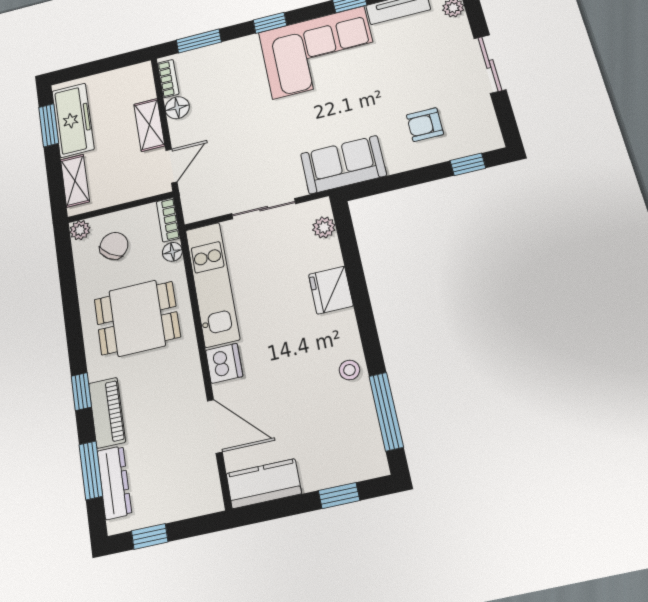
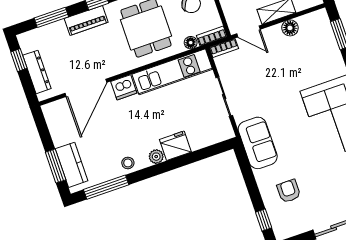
bookcase: (168, 79) -> (224, 48), moved
plant: (324, 227) -> (156, 157), moved
door: (215, 426) -> (86, 88), width x1.36
dresser: (114, 482) -> (37, 72), moved, turned -90
kitchen counter: (264, 484) -> (72, 165), moved
window: (339, 496) -> (56, 166), width x1.50

